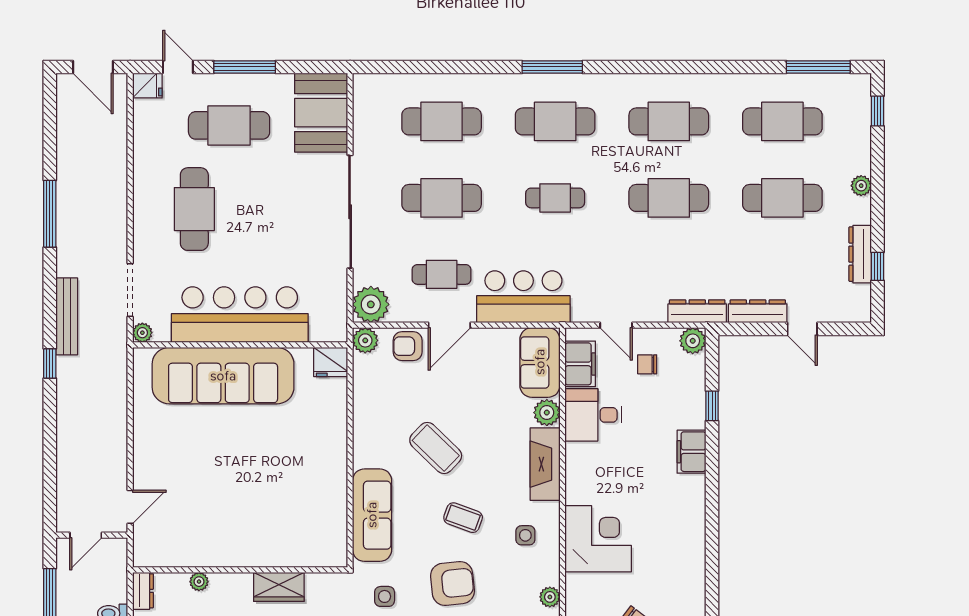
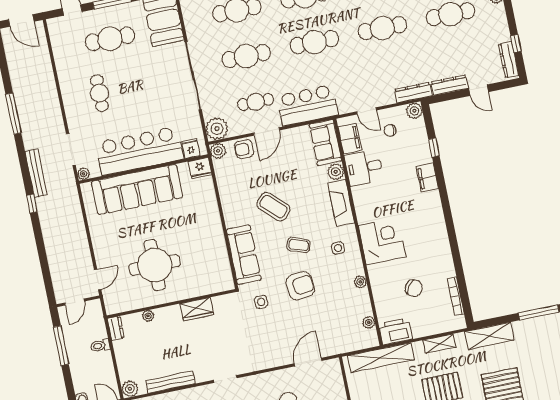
fridge: (147, 86) -> (191, 149), moved, turned -90
cafe table: (555, 198) -> (314, 42), width x1.37, depth x1.35
cafe table: (194, 209) -> (99, 93), width x0.73, depth x0.74
dresser: (860, 254) -> (508, 60), moved
round table: (226, 502) -> (155, 265), added

